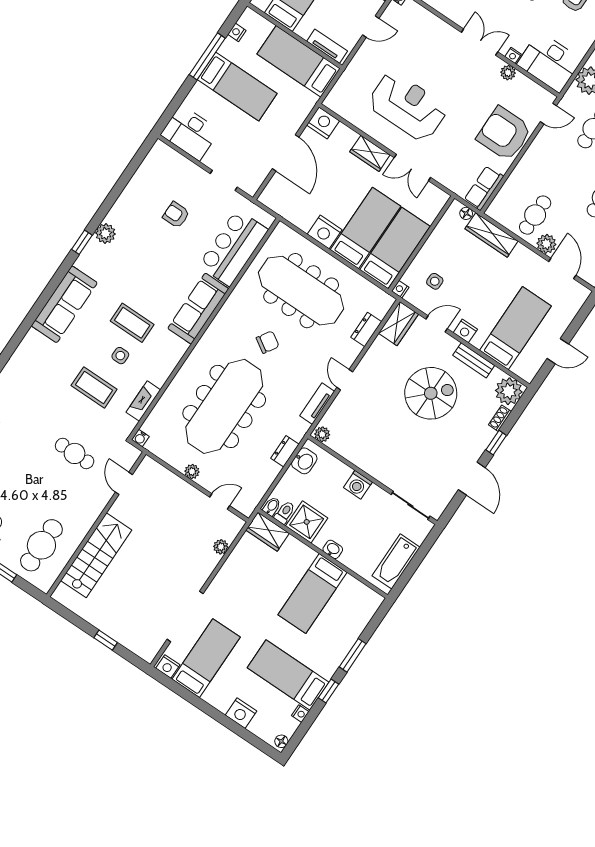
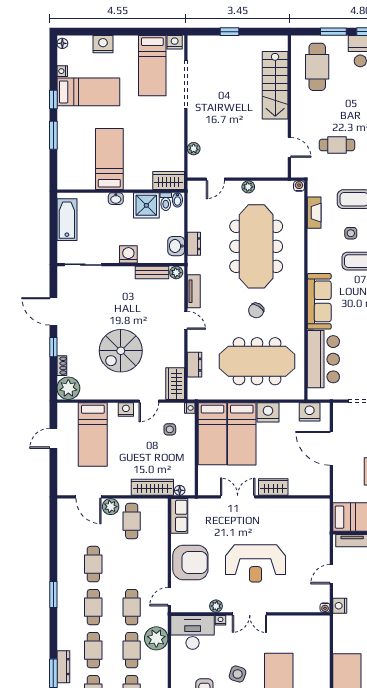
reception desk: (408, 106) -> (255, 563), moved
nightstand: (323, 123) -> (310, 412), moved, turned 180
bench: (474, 360) -> (152, 272), moved

